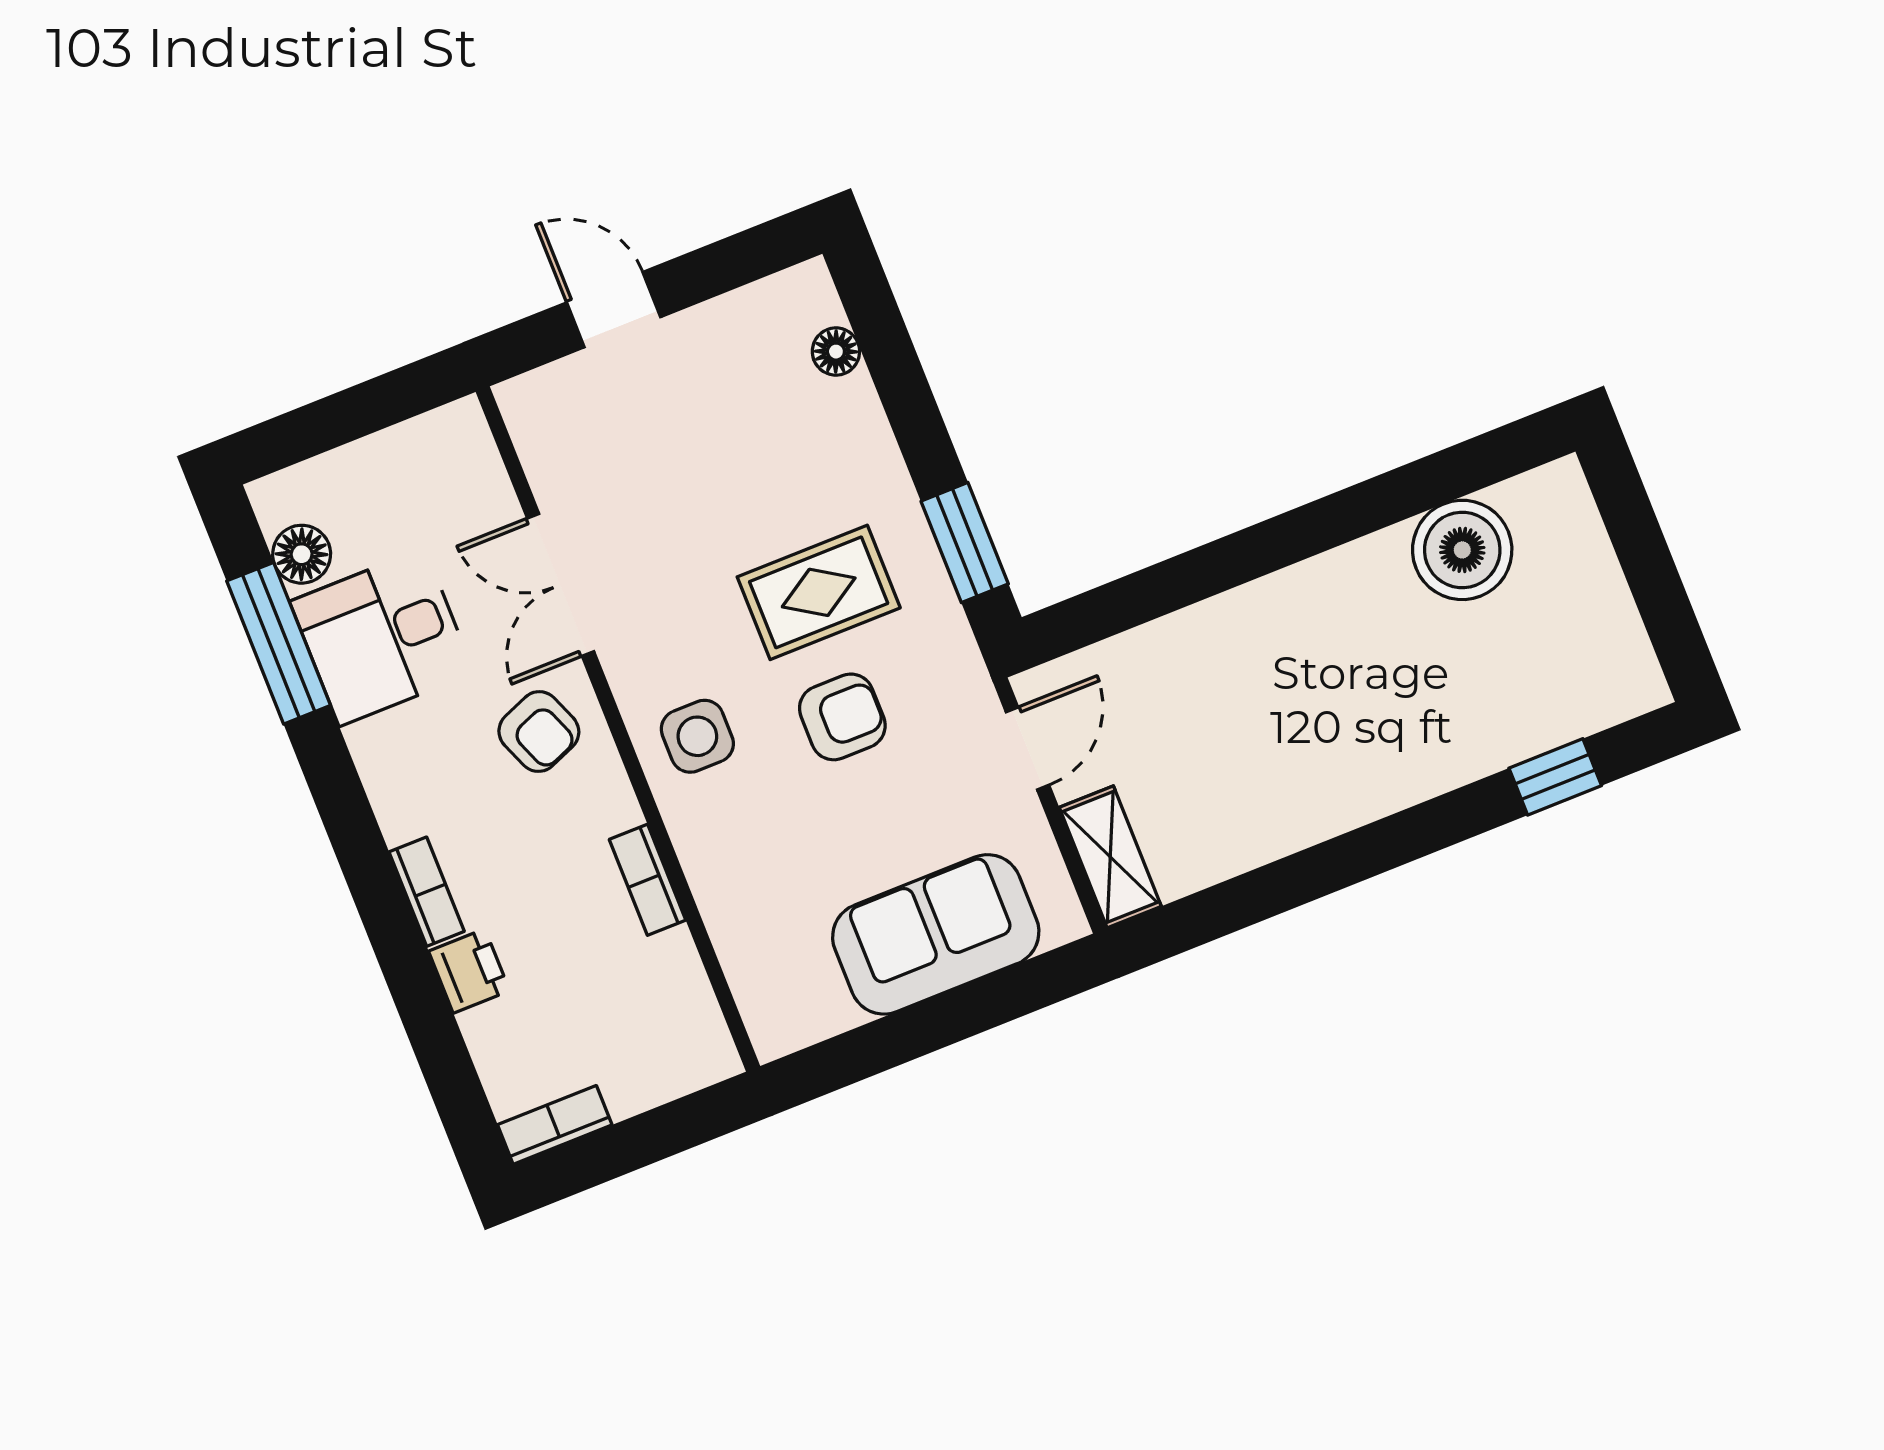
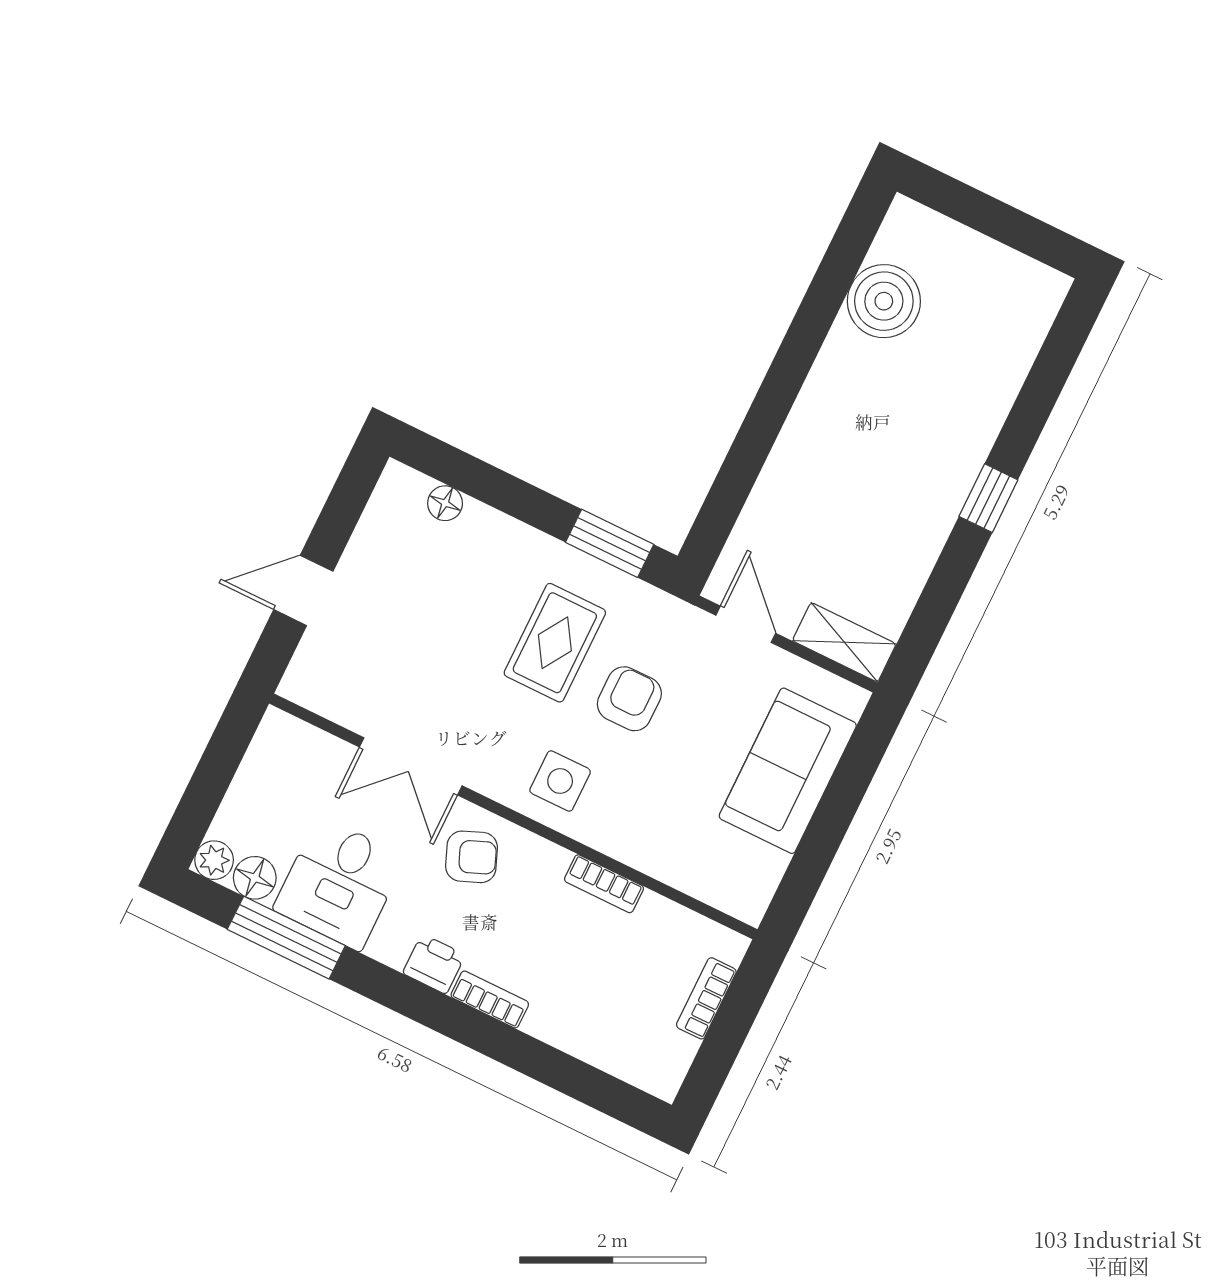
plant: (277, 499) -> (214, 860), added
window: (1555, 777) -> (988, 498), moved
printer: (469, 971) -> (434, 964), moved
bookcase: (555, 1125) -> (706, 998), moved

